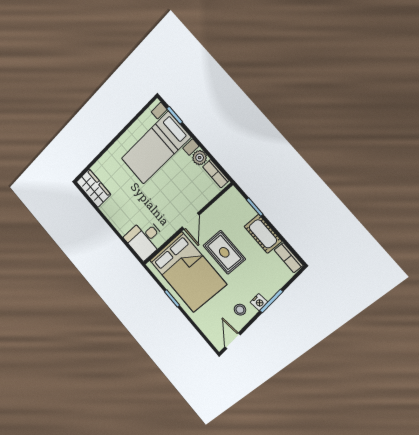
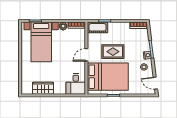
wardrobe: (93, 188) -> (43, 88), moved
door: (191, 221) -> (86, 55), swing flipped
cot: (263, 234) -> (98, 27), moved

